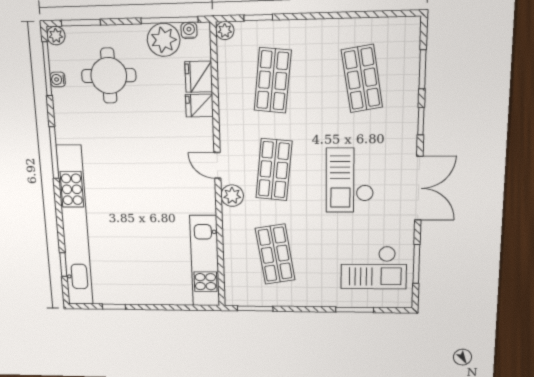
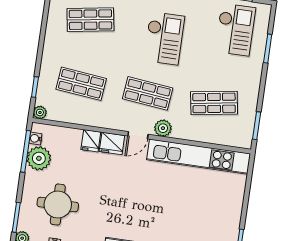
fridge: (199, 77) -> (112, 143), moved
checkout: (350, 180) -> (164, 38), turned -90
kitchen unit: (205, 261) -> (199, 157), width x1.36

